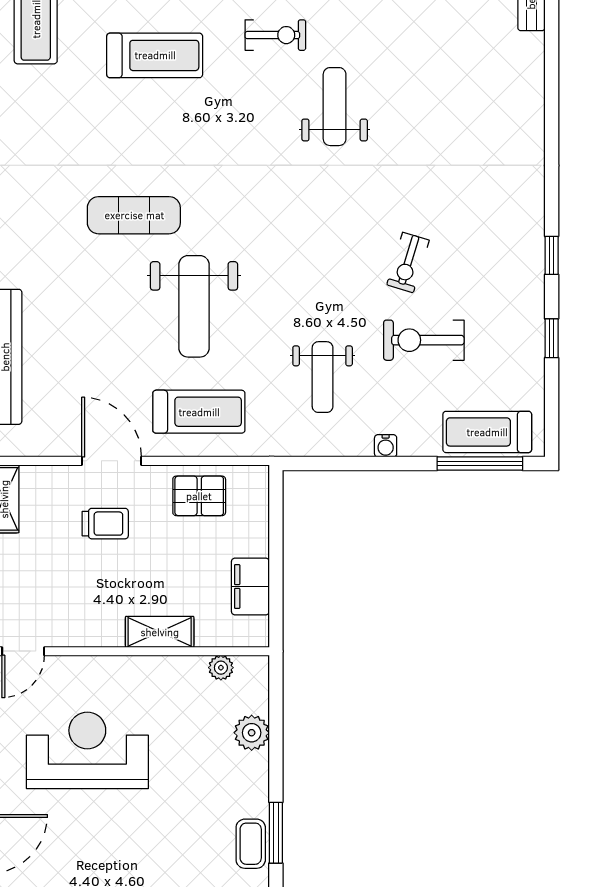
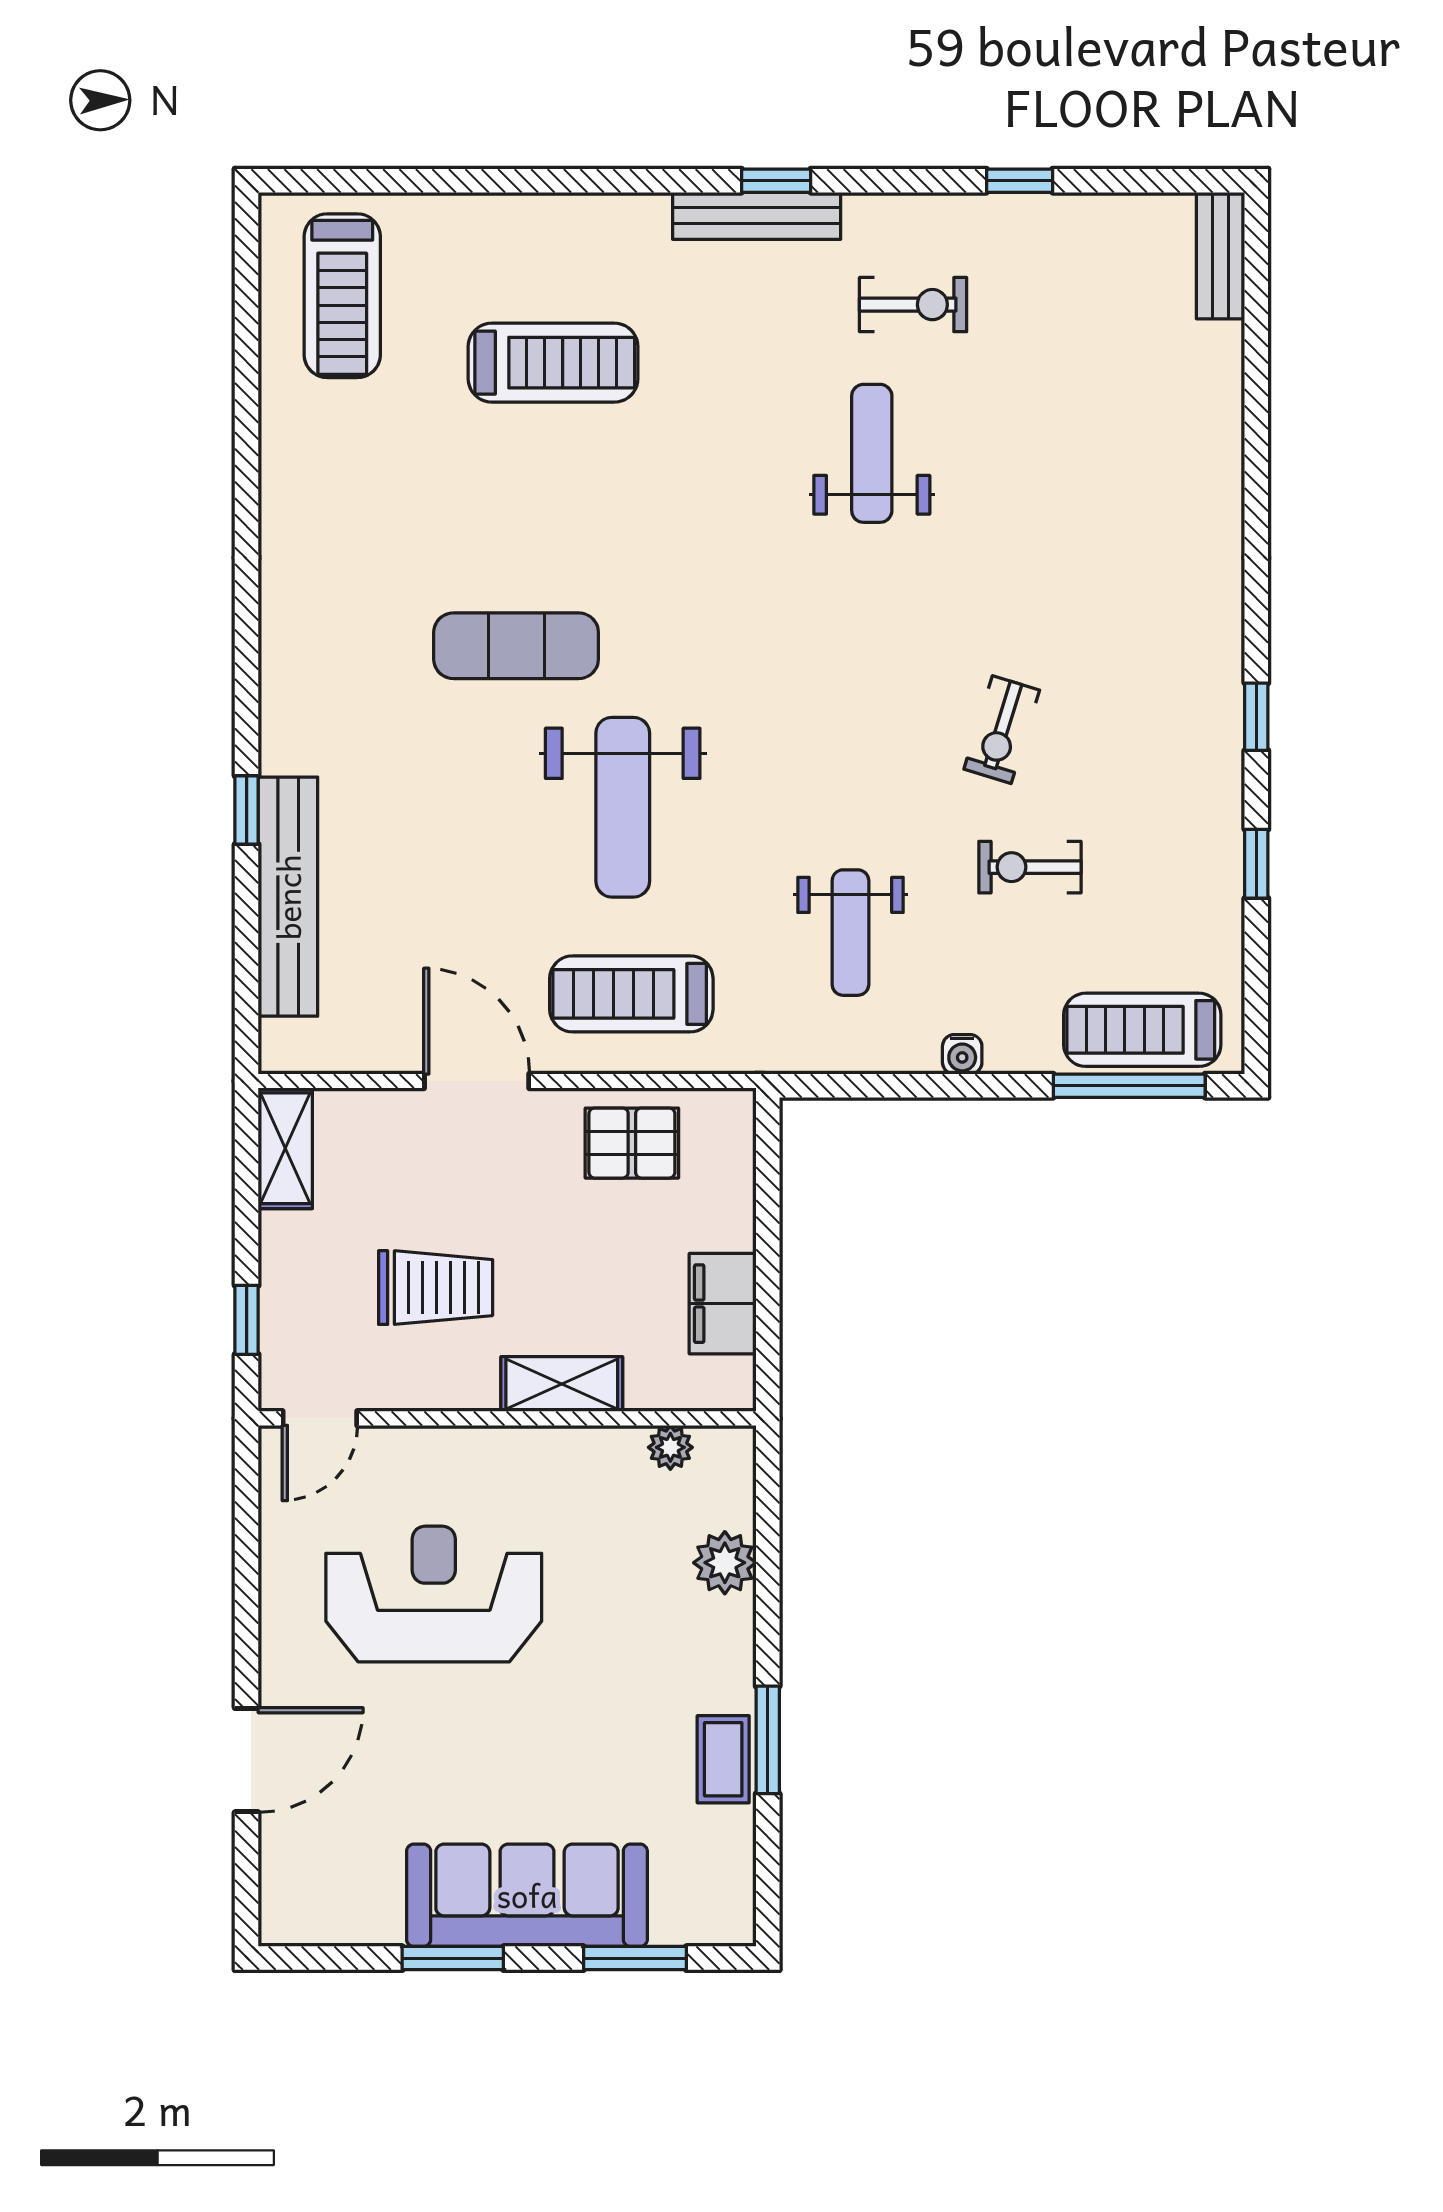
exercise bike: (275, 35) -> (913, 305), moved
exercise bike: (424, 340) -> (1030, 867), width x0.73, depth x0.72
treadmill: (199, 412) -> (631, 994), turned 180
trolley: (105, 524) -> (436, 1288), moved, width x1.36, depth x1.39

